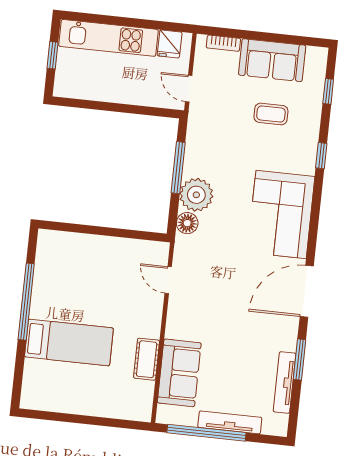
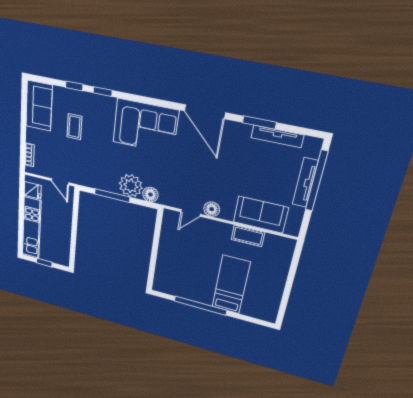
sofa: (272, 60) -> (39, 106), moved
door: (189, 89) -> (60, 182), hinge flipped
window: (328, 91) -> (74, 86), moved
floor lamp: (178, 308) -> (212, 209), added
window: (206, 433) -> (317, 181), moved

